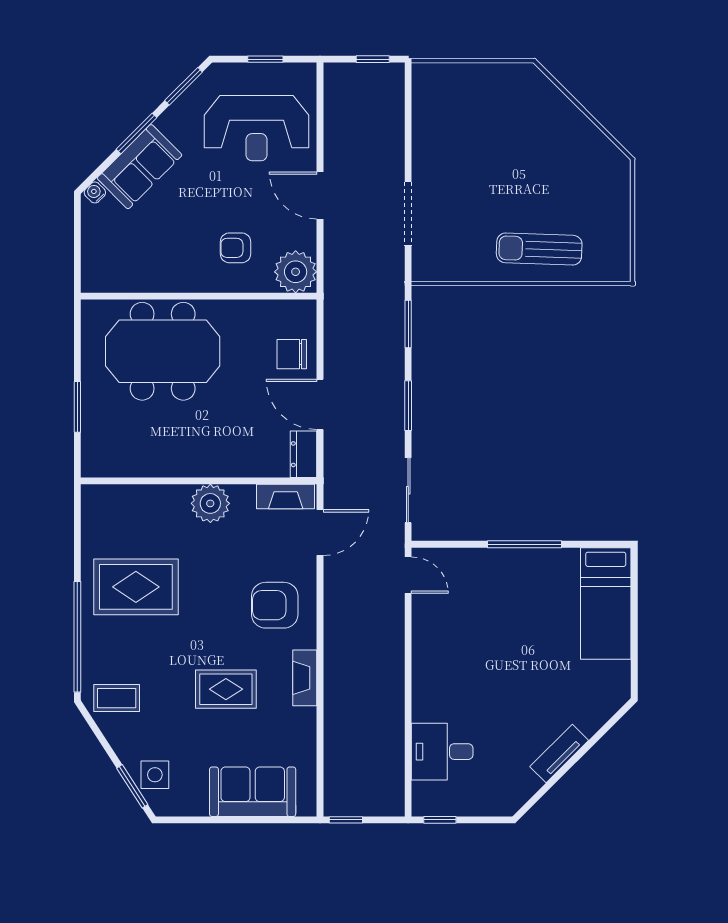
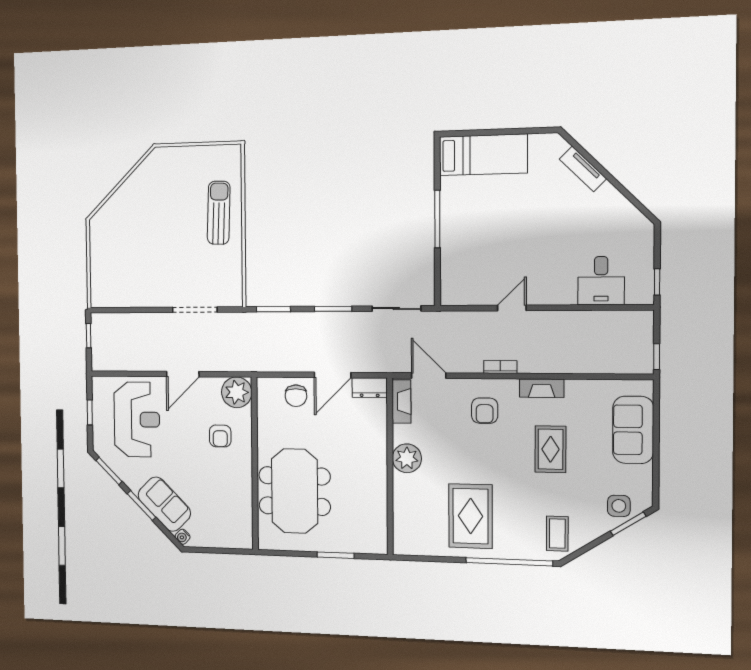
sun lounger: (539, 249) -> (219, 213), turned 180
door: (408, 575) -> (512, 308), moved
armchair: (275, 605) -> (485, 411), width x0.72, depth x0.72
bookcase: (332, 625) -> (500, 367), added
tv unit: (559, 754) -> (583, 169), moved

